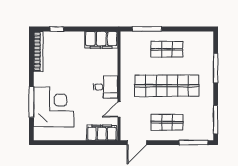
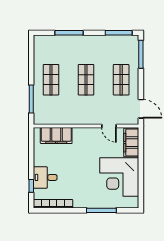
filing cabinet: (101, 40) -> (56, 135), moved, turned 90
shop shelf: (167, 86) -> (86, 80), width x0.50, depth x0.74
desk: (105, 87) -> (45, 177), moved, turned -90
corner desk: (54, 107) -> (119, 177), moved, turned -90

